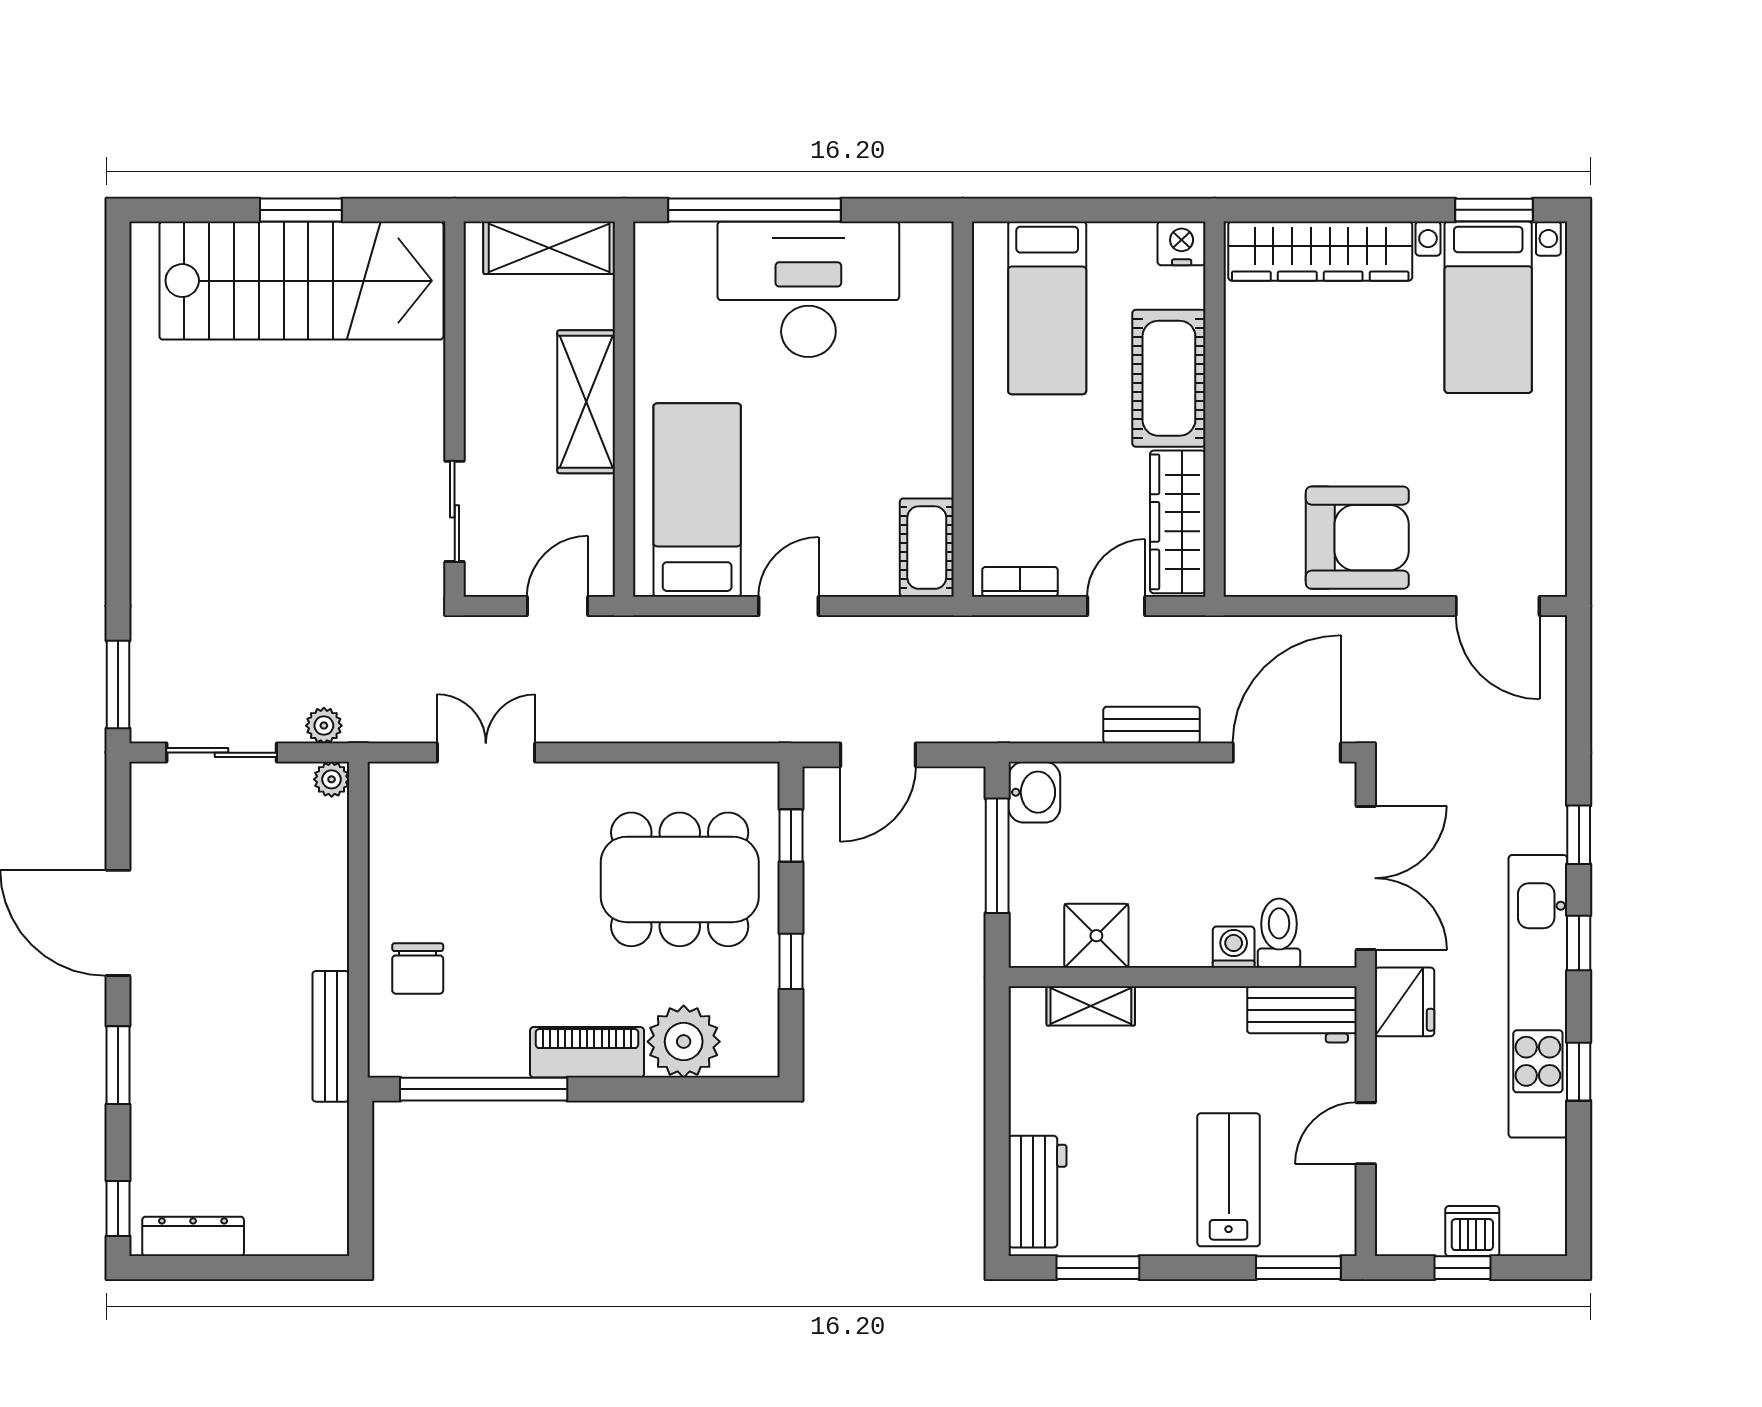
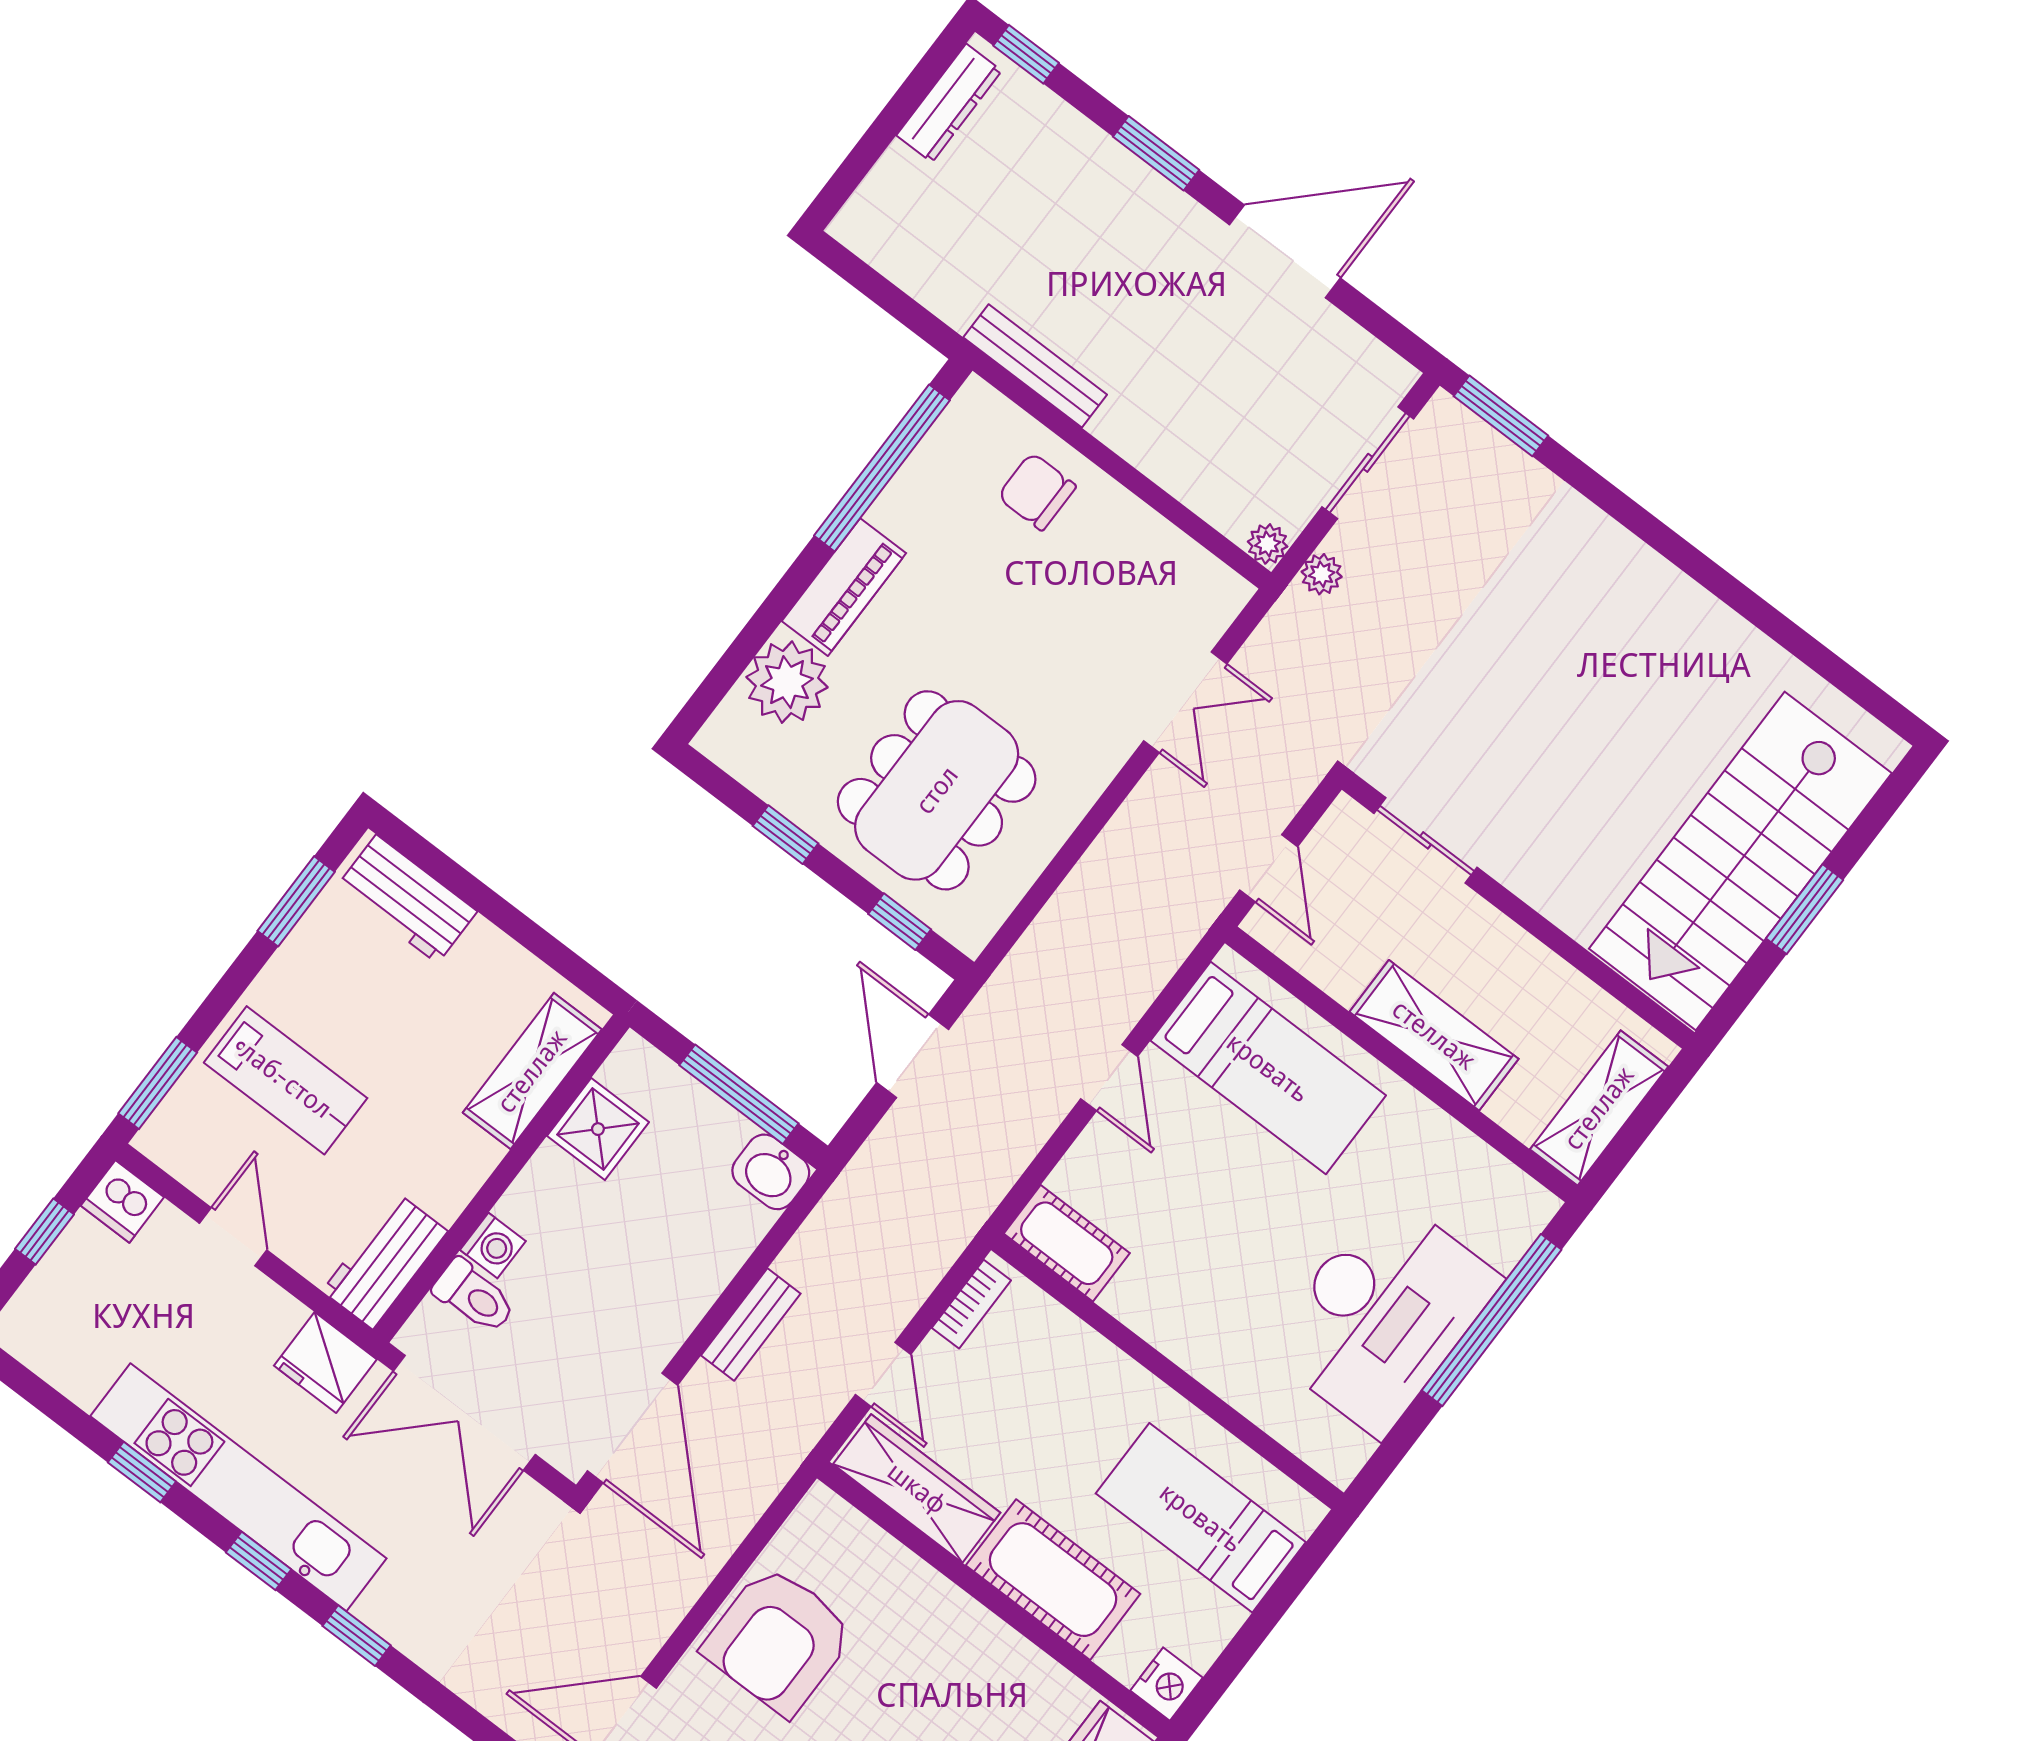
shelving: (1091, 1006) -> (532, 1071), width x1.50, depth x1.33
dishwasher: (1472, 1231) -> (122, 1201), moved, turned 90

